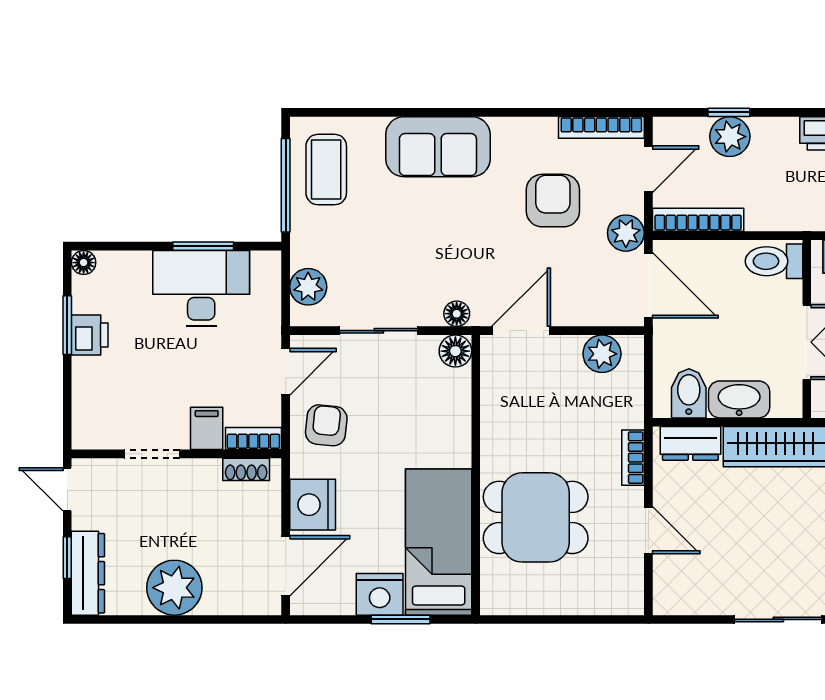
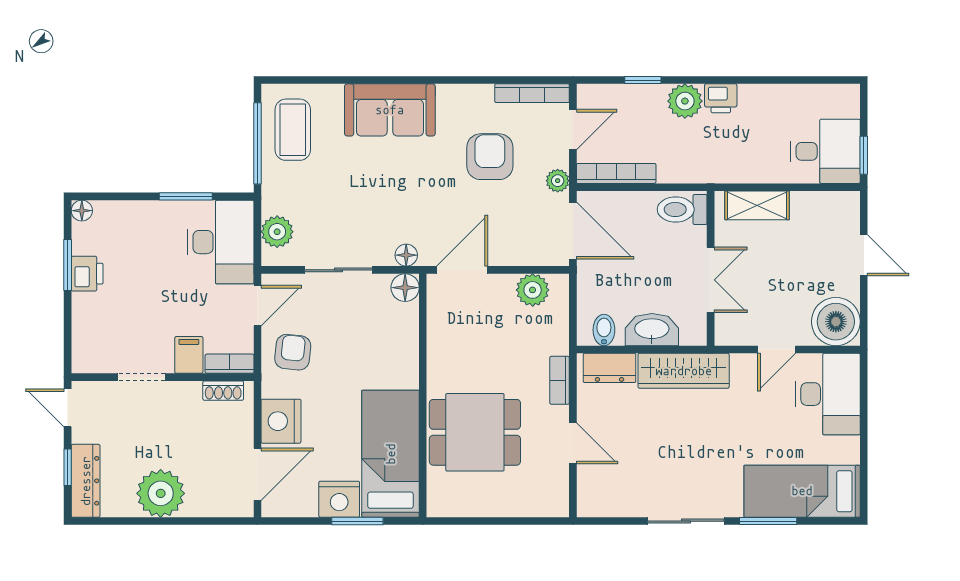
plant: (730, 137) -> (685, 101), moved
plant: (626, 233) -> (558, 181), width x0.73, depth x0.73
desk: (201, 288) -> (221, 242), moved, turned 90
bidet: (689, 393) -> (604, 330), width x0.72, depth x0.74

